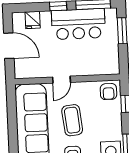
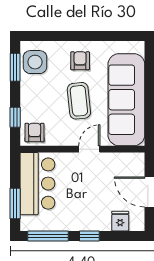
bar counter: (78, 24) -> (37, 184), moved, turned 90

